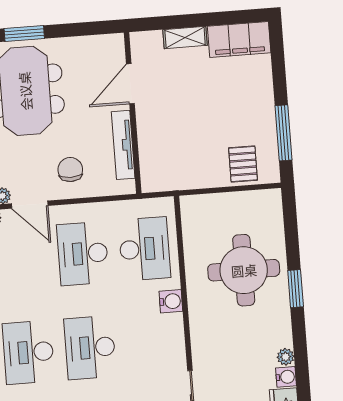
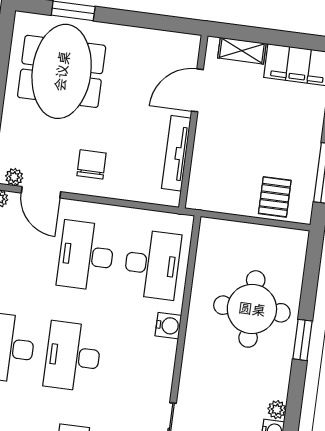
door: (130, 84) -> (197, 90), moved
wall: (133, 113) -> (193, 122), moved
tv unit: (123, 145) -> (176, 153), moved

